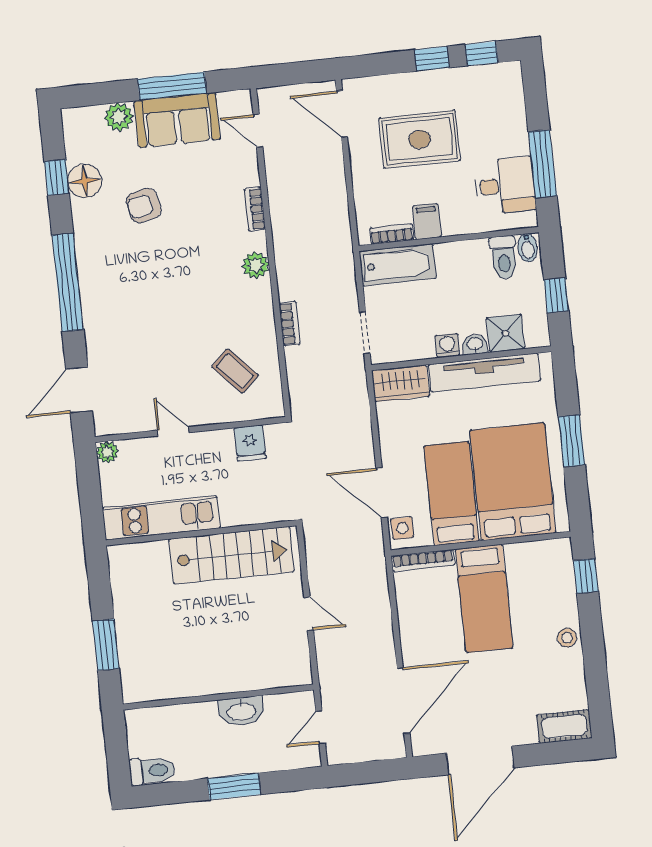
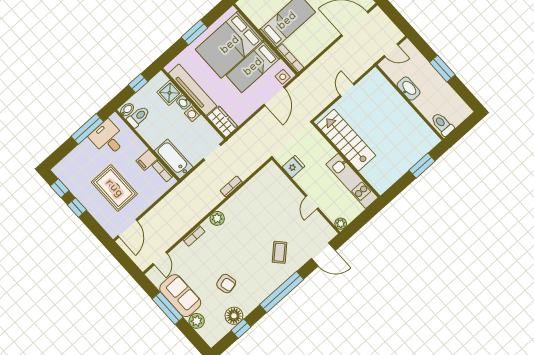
coffee table: (235, 371) -> (280, 252), moved
toilet: (152, 771) -> (442, 124), moved

